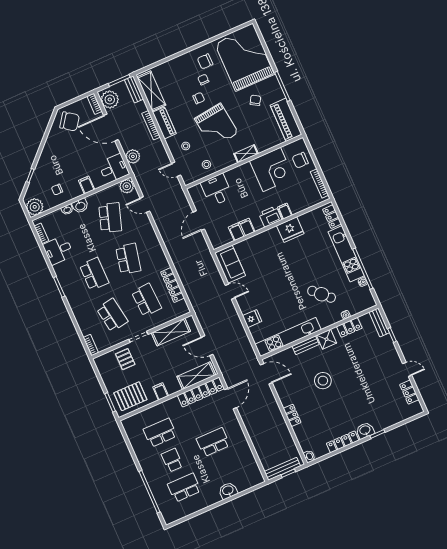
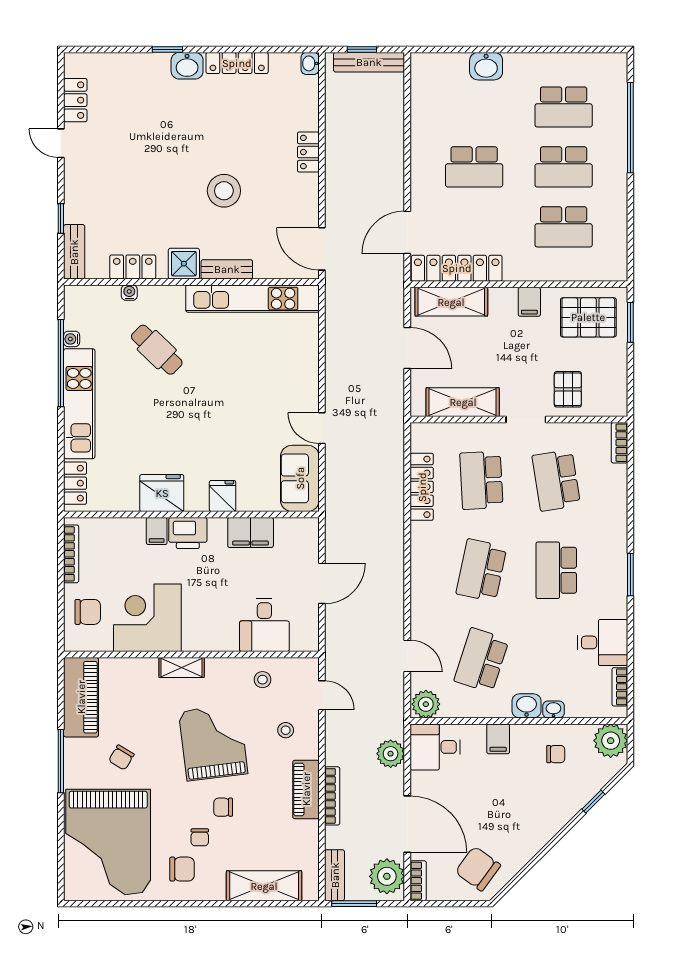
shelving: (151, 91) -> (264, 886), moved, turned 90
fridge: (252, 319) -> (223, 496), moved, turned 90
school desk: (172, 460) -> (564, 167), width x1.85

